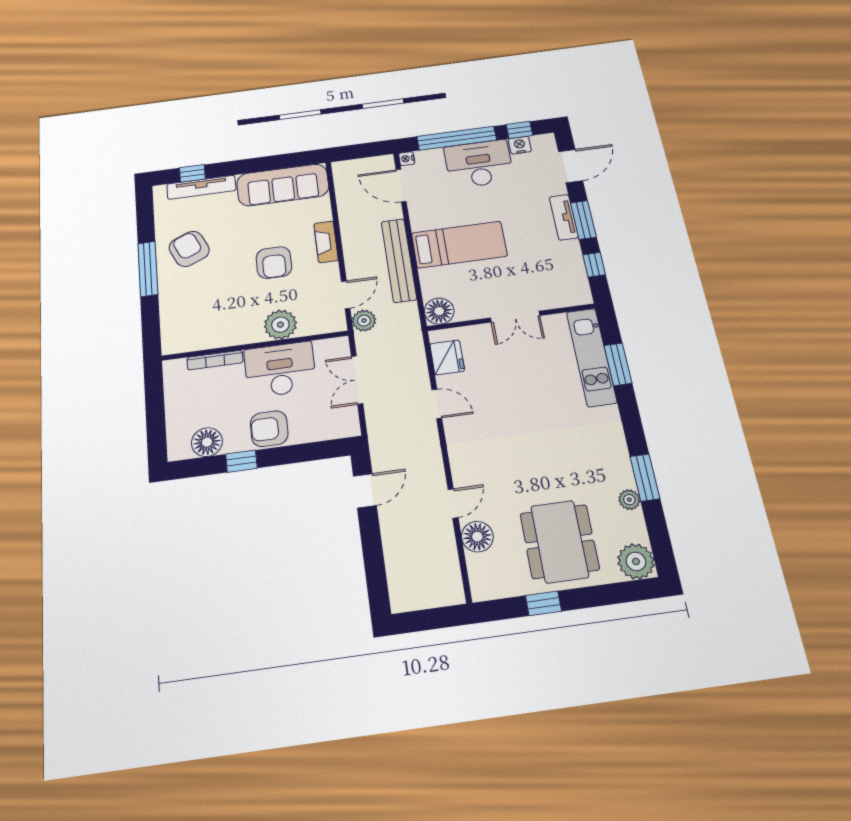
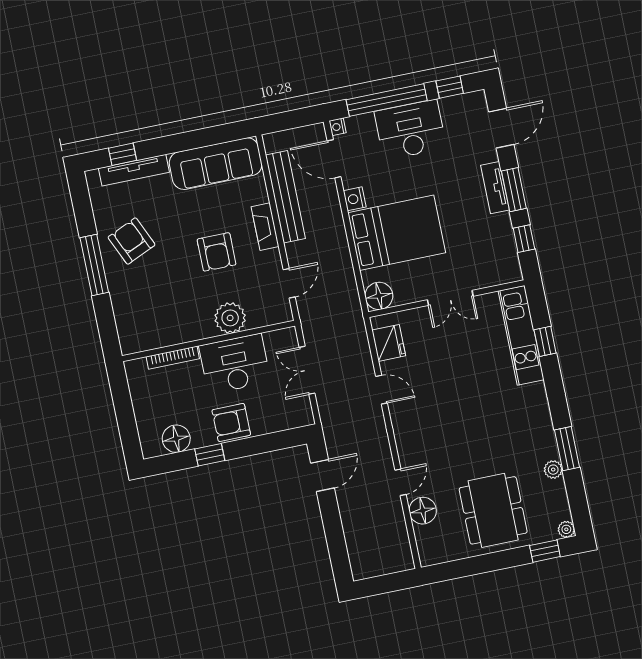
nightstand: (520, 145) -> (355, 199), moved, turned -90
bed: (459, 245) -> (397, 233), width x1.50
bench: (399, 260) -> (285, 197), moved
plant: (364, 321) -> (309, 309), removed
window: (618, 364) -> (545, 341), width x0.67
plant: (636, 561) -> (566, 529), width x0.53, depth x0.53
window: (543, 603) -> (545, 551), moved

